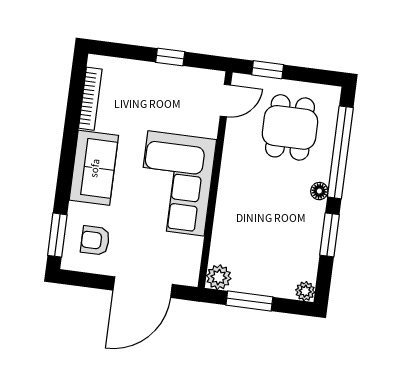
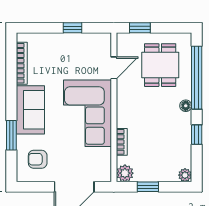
door: (225, 101) -> (114, 68), moved
bookcase: (220, 231) -> (122, 142), added
window: (57, 235) -> (11, 135), moved
window: (330, 235) -> (197, 135), width x0.67
window: (249, 301) -> (148, 187), width x0.67

